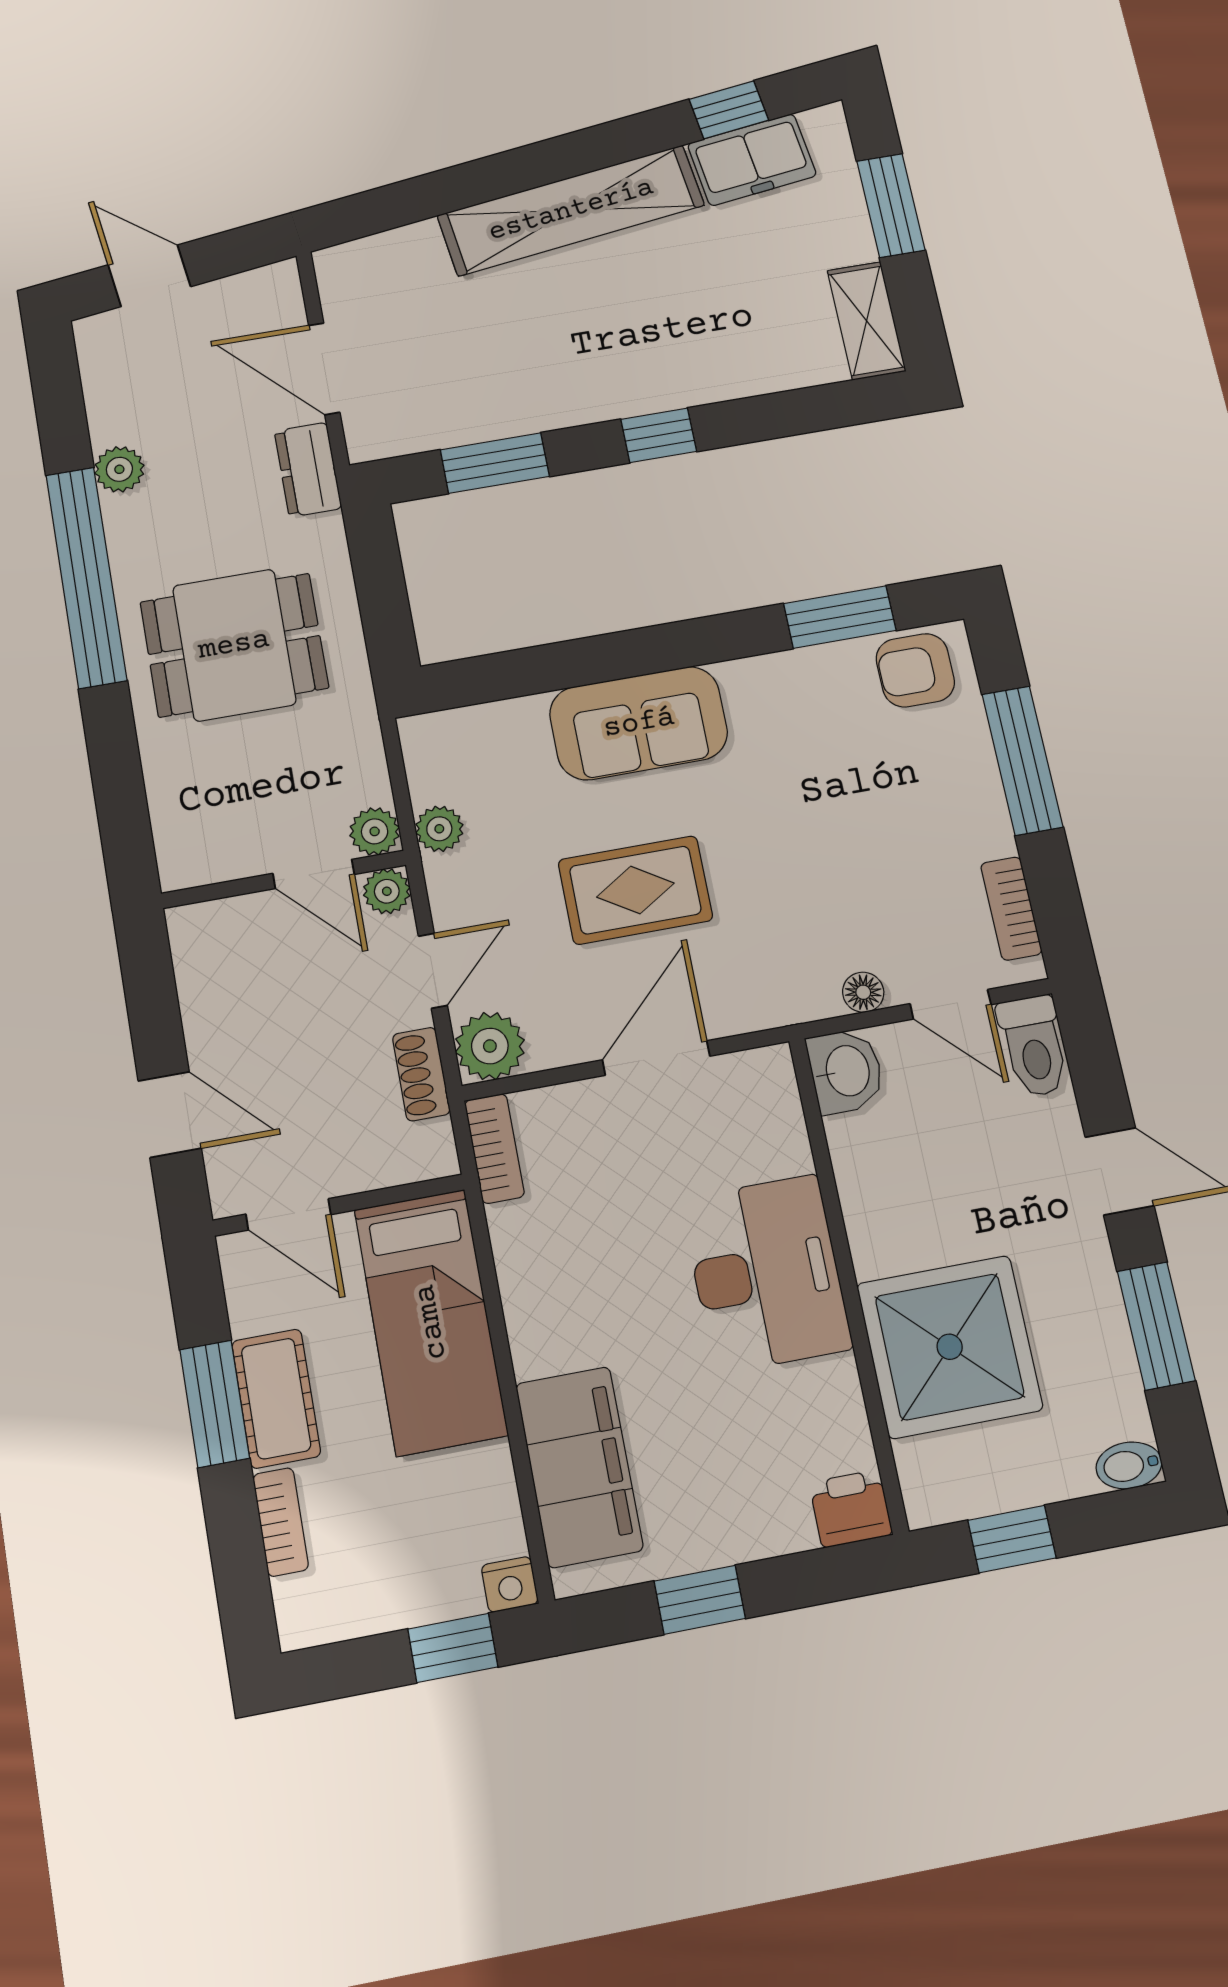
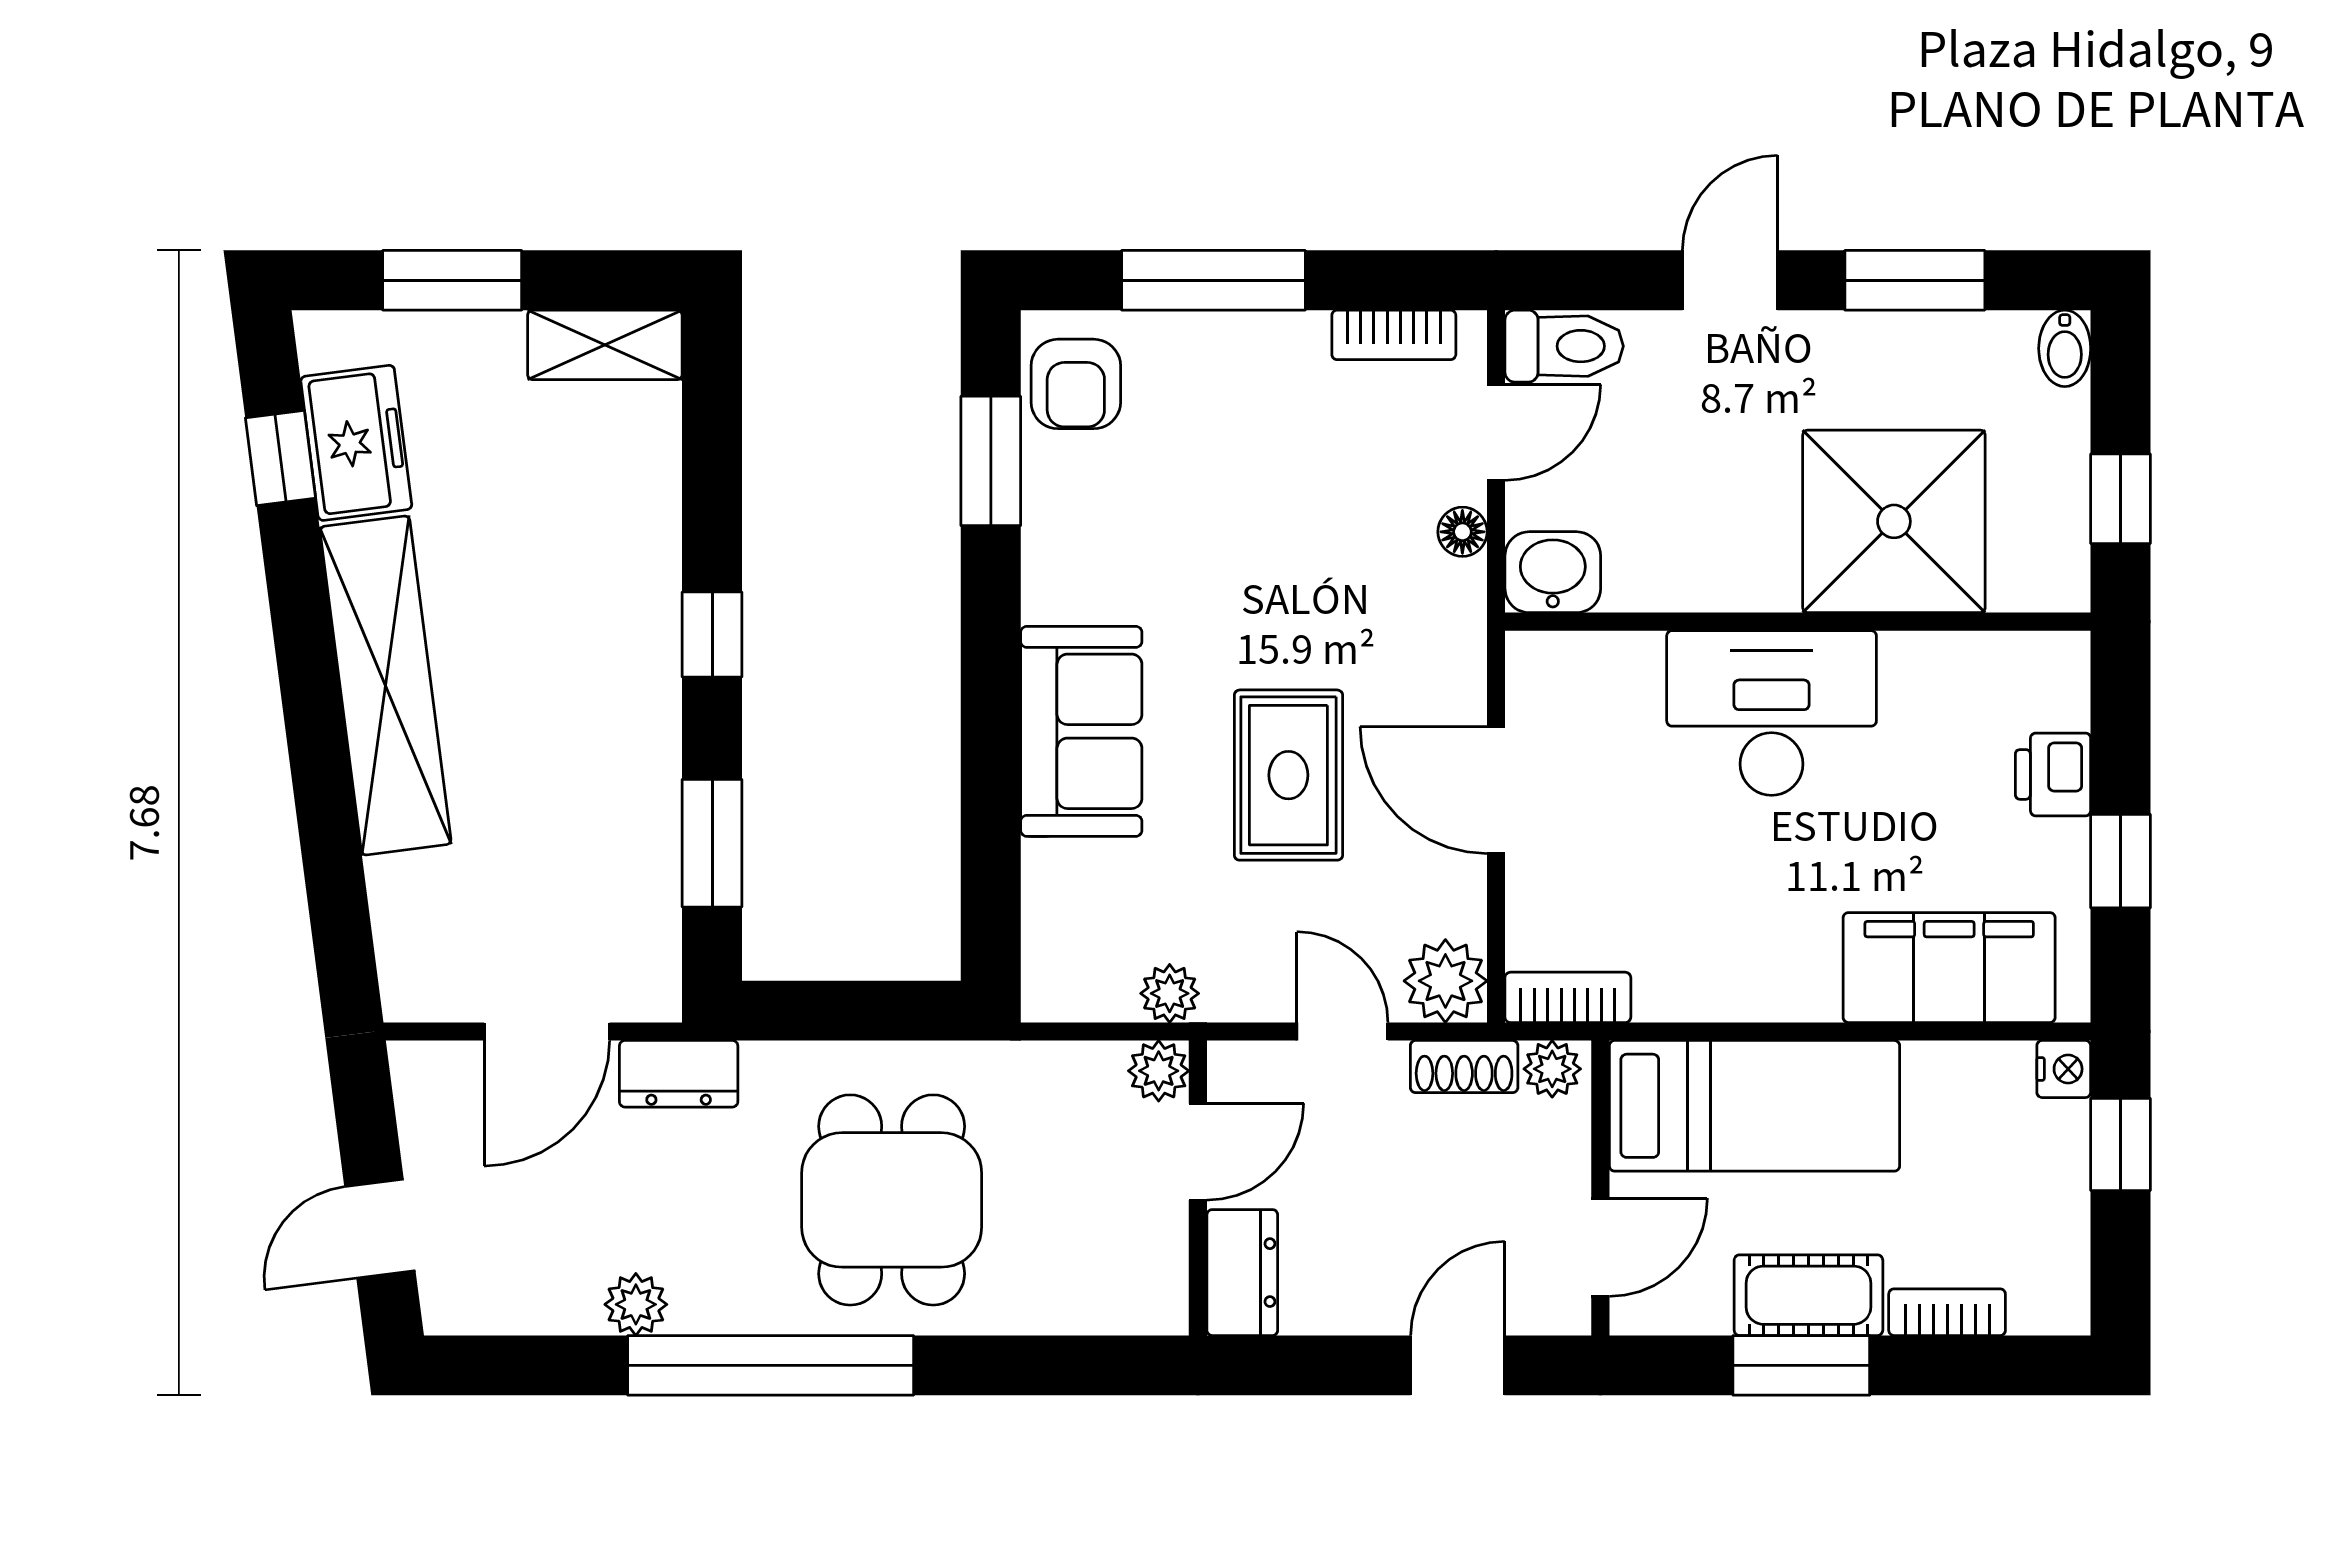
plant: (387, 891) -> (1552, 1069), moved
dresser: (220, 927) -> (1242, 1273), added
printer: (851, 1509) -> (2053, 774), moved

